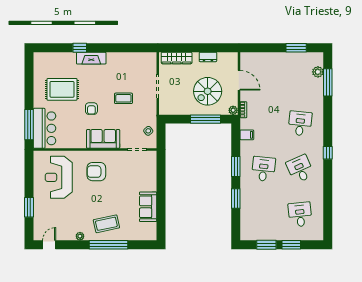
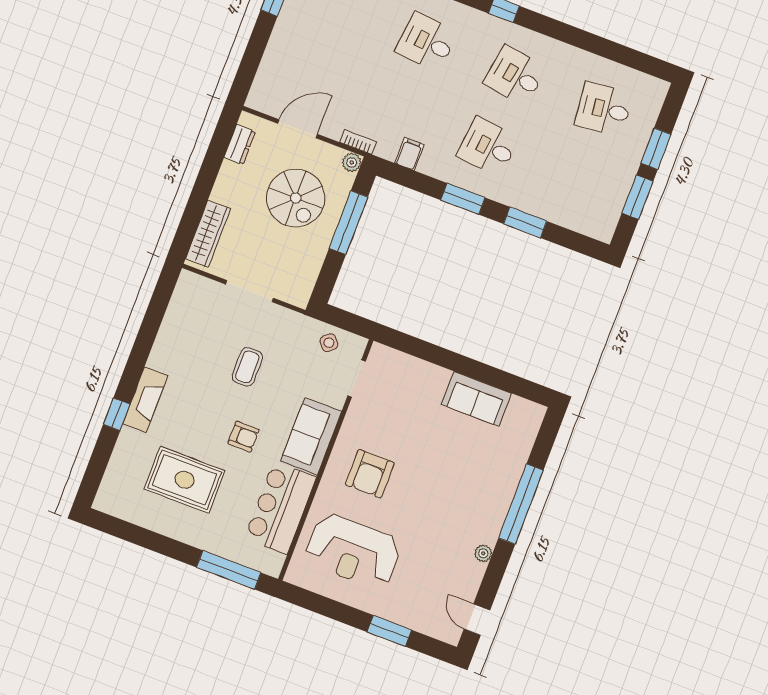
dresser: (208, 57) -> (240, 144), moved
rug: (62, 89) -> (184, 480), turned 90
bar counter: (44, 128) -> (280, 508), moved, turned -90
desk: (300, 169) -> (515, 76), turned 33
coffee table: (106, 224) -> (479, 493), removed

